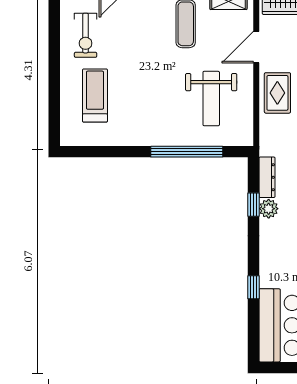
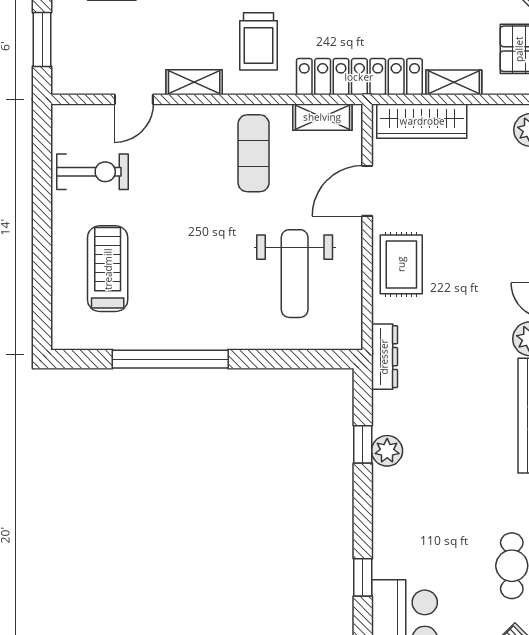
exercise bike: (86, 35) -> (92, 172), turned -90
window: (187, 152) -> (170, 359), moved
dresser: (267, 177) -> (384, 357), moved

